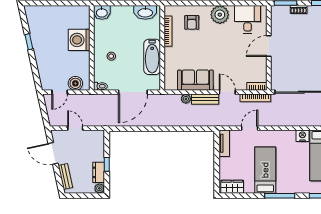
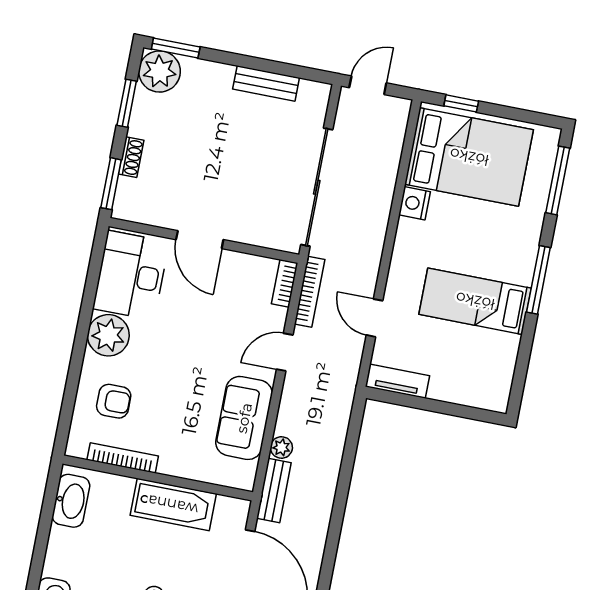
desk: (248, 19) -> (131, 275), width x1.37
bench: (205, 99) -> (274, 491), moved
wardrobe: (232, 187) -> (498, 382), removed

